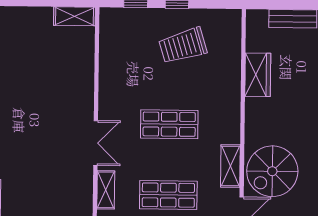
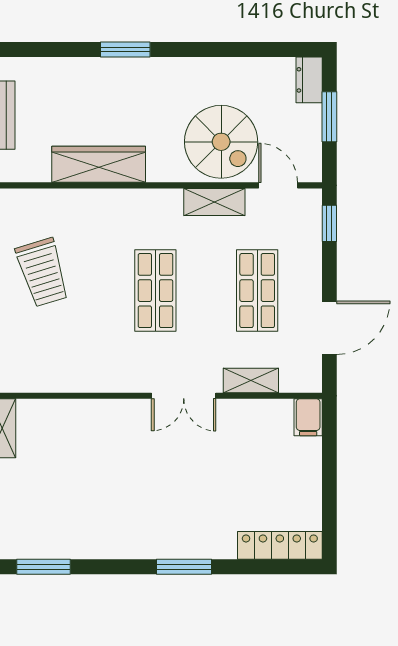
wardrobe: (258, 75) -> (99, 164), width x1.50
double door: (96, 143) -> (184, 396), swing flipped

